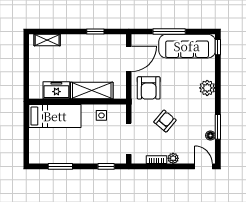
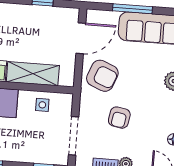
armchair: (149, 88) -> (102, 76), turned -68
armchair: (165, 121) -> (119, 118), turned 150

